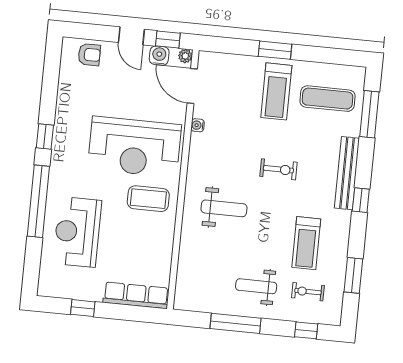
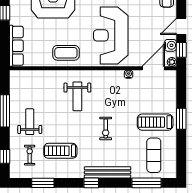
coffee table: (148, 199) -> (66, 53), moved, turned 90

